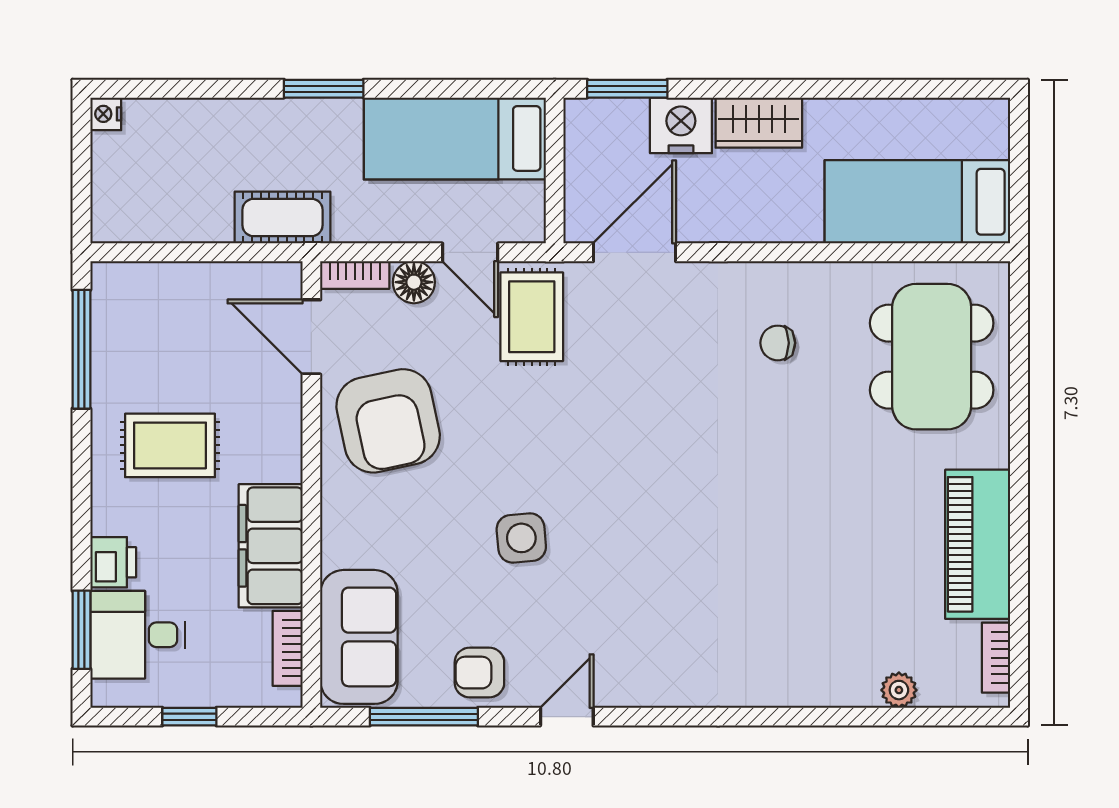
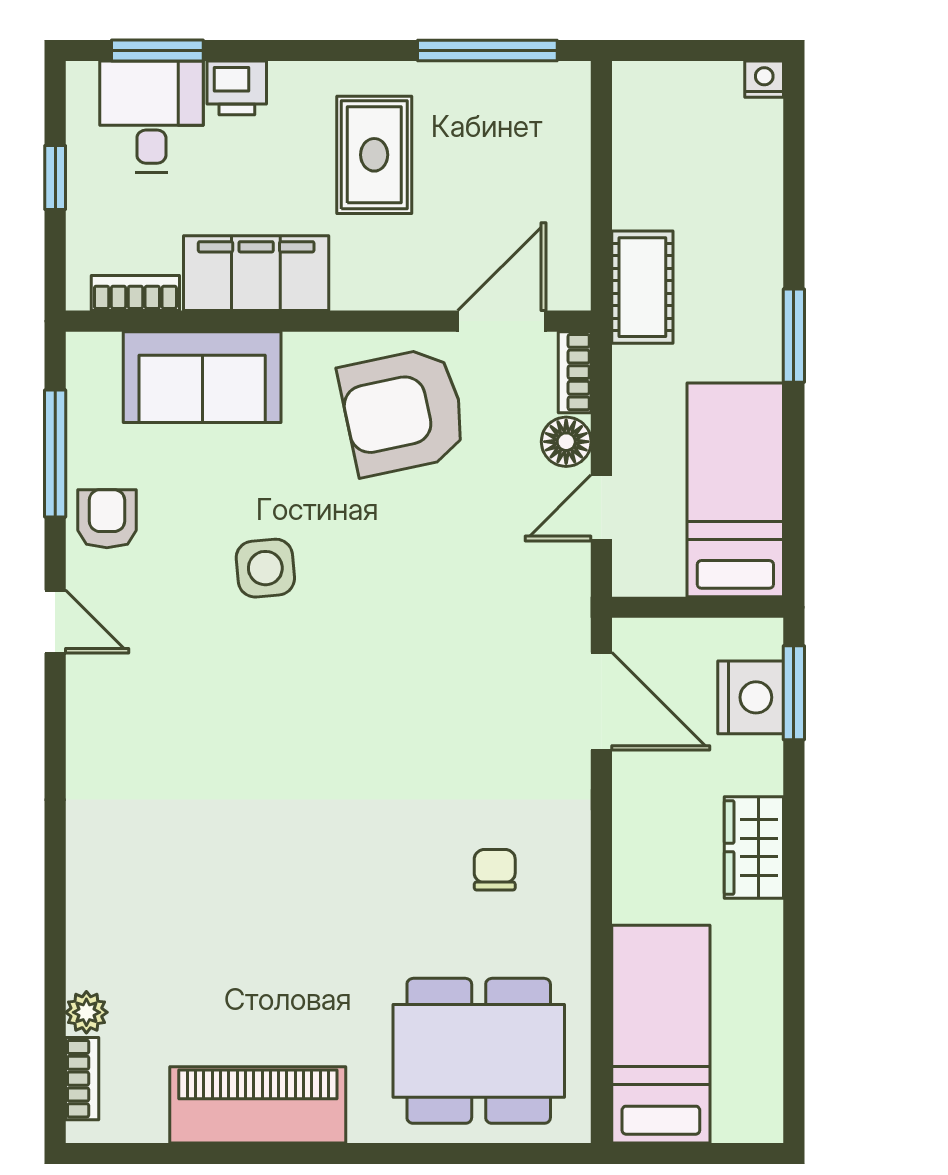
nightstand: (681, 125) -> (751, 697), moved
rug: (532, 317) -> (526, 580), removed
sofa: (359, 637) -> (202, 377), moved
bookcase: (996, 658) -> (82, 1079), moved, turned 90

